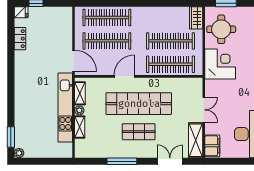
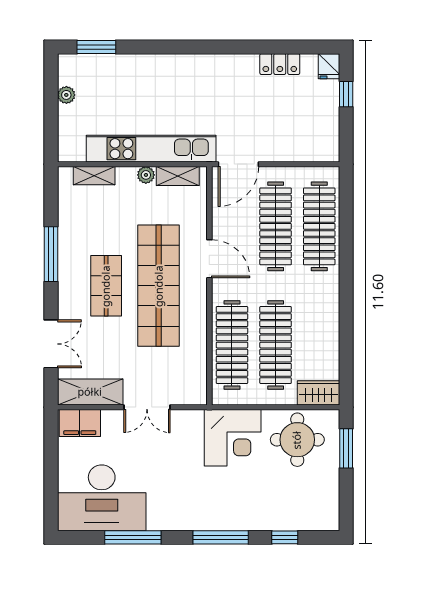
shelving: (80, 127) -> (94, 176), moved
plant: (19, 153) -> (66, 95), moved

